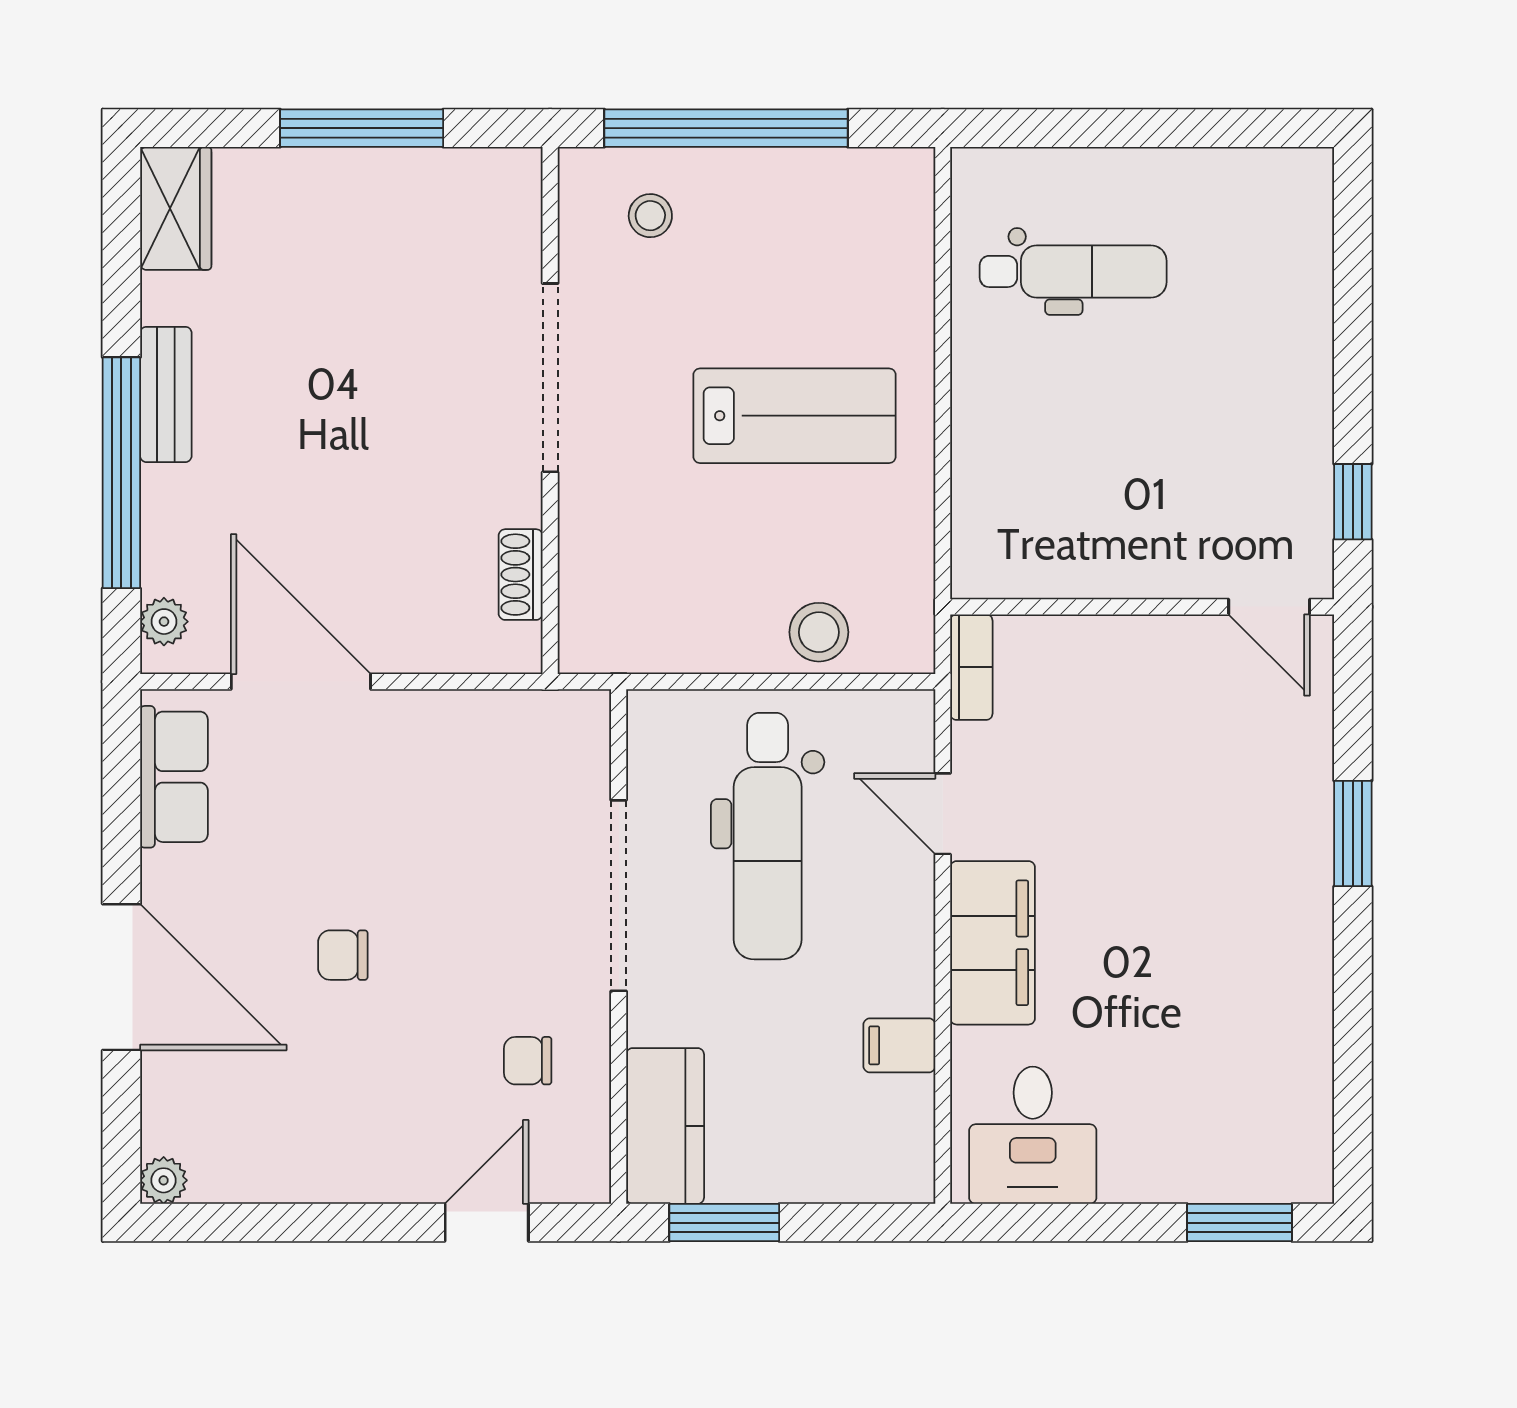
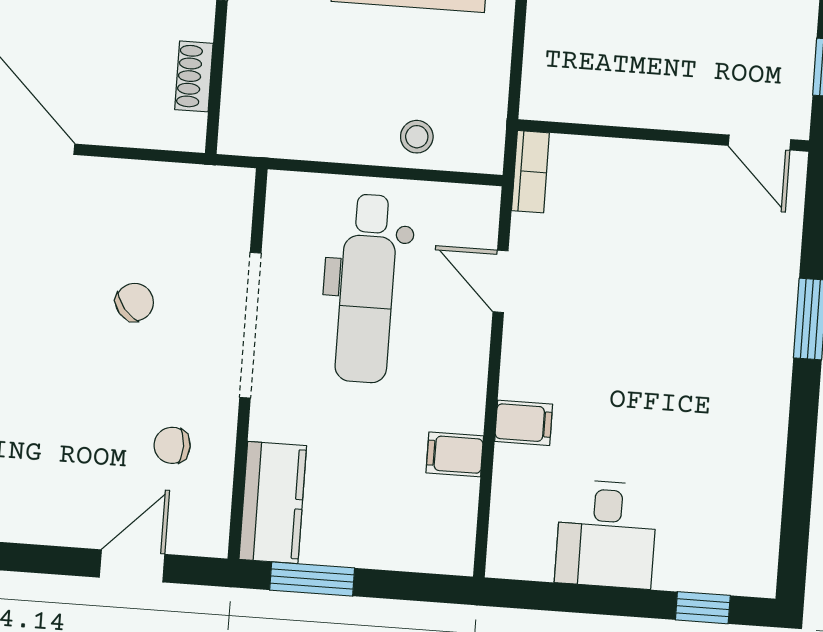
stool: (819, 632) -> (417, 137), width x0.73, depth x0.73
filing cabinet: (993, 943) -> (524, 423), width x0.33, depth x0.86
chair: (343, 955) -> (135, 302), moved, turned 141
desk: (1033, 1135) -> (606, 534), moved
window: (1240, 1223) -> (703, 608), width x0.67

